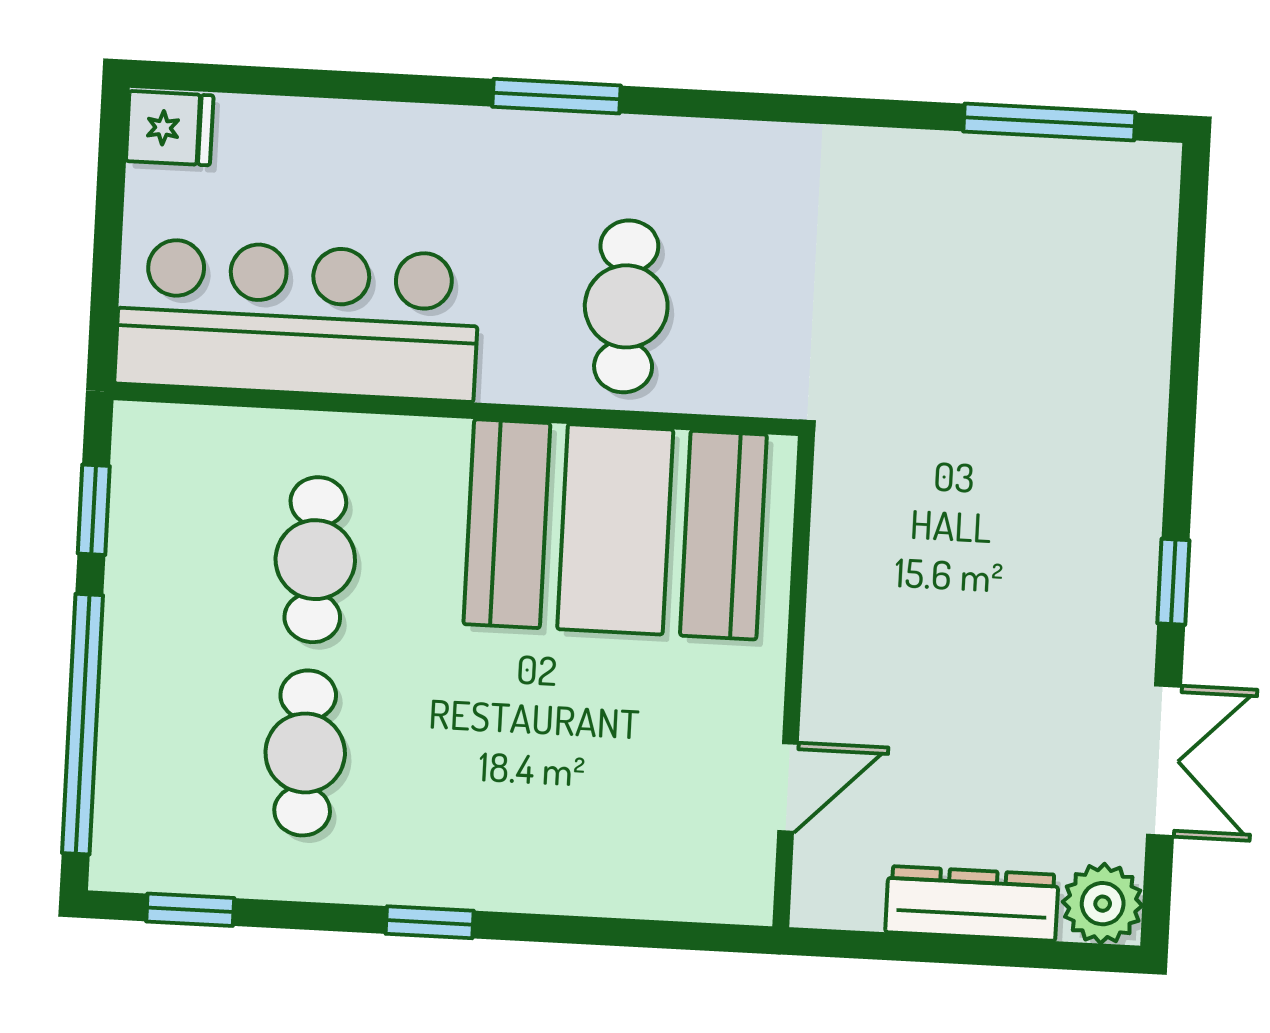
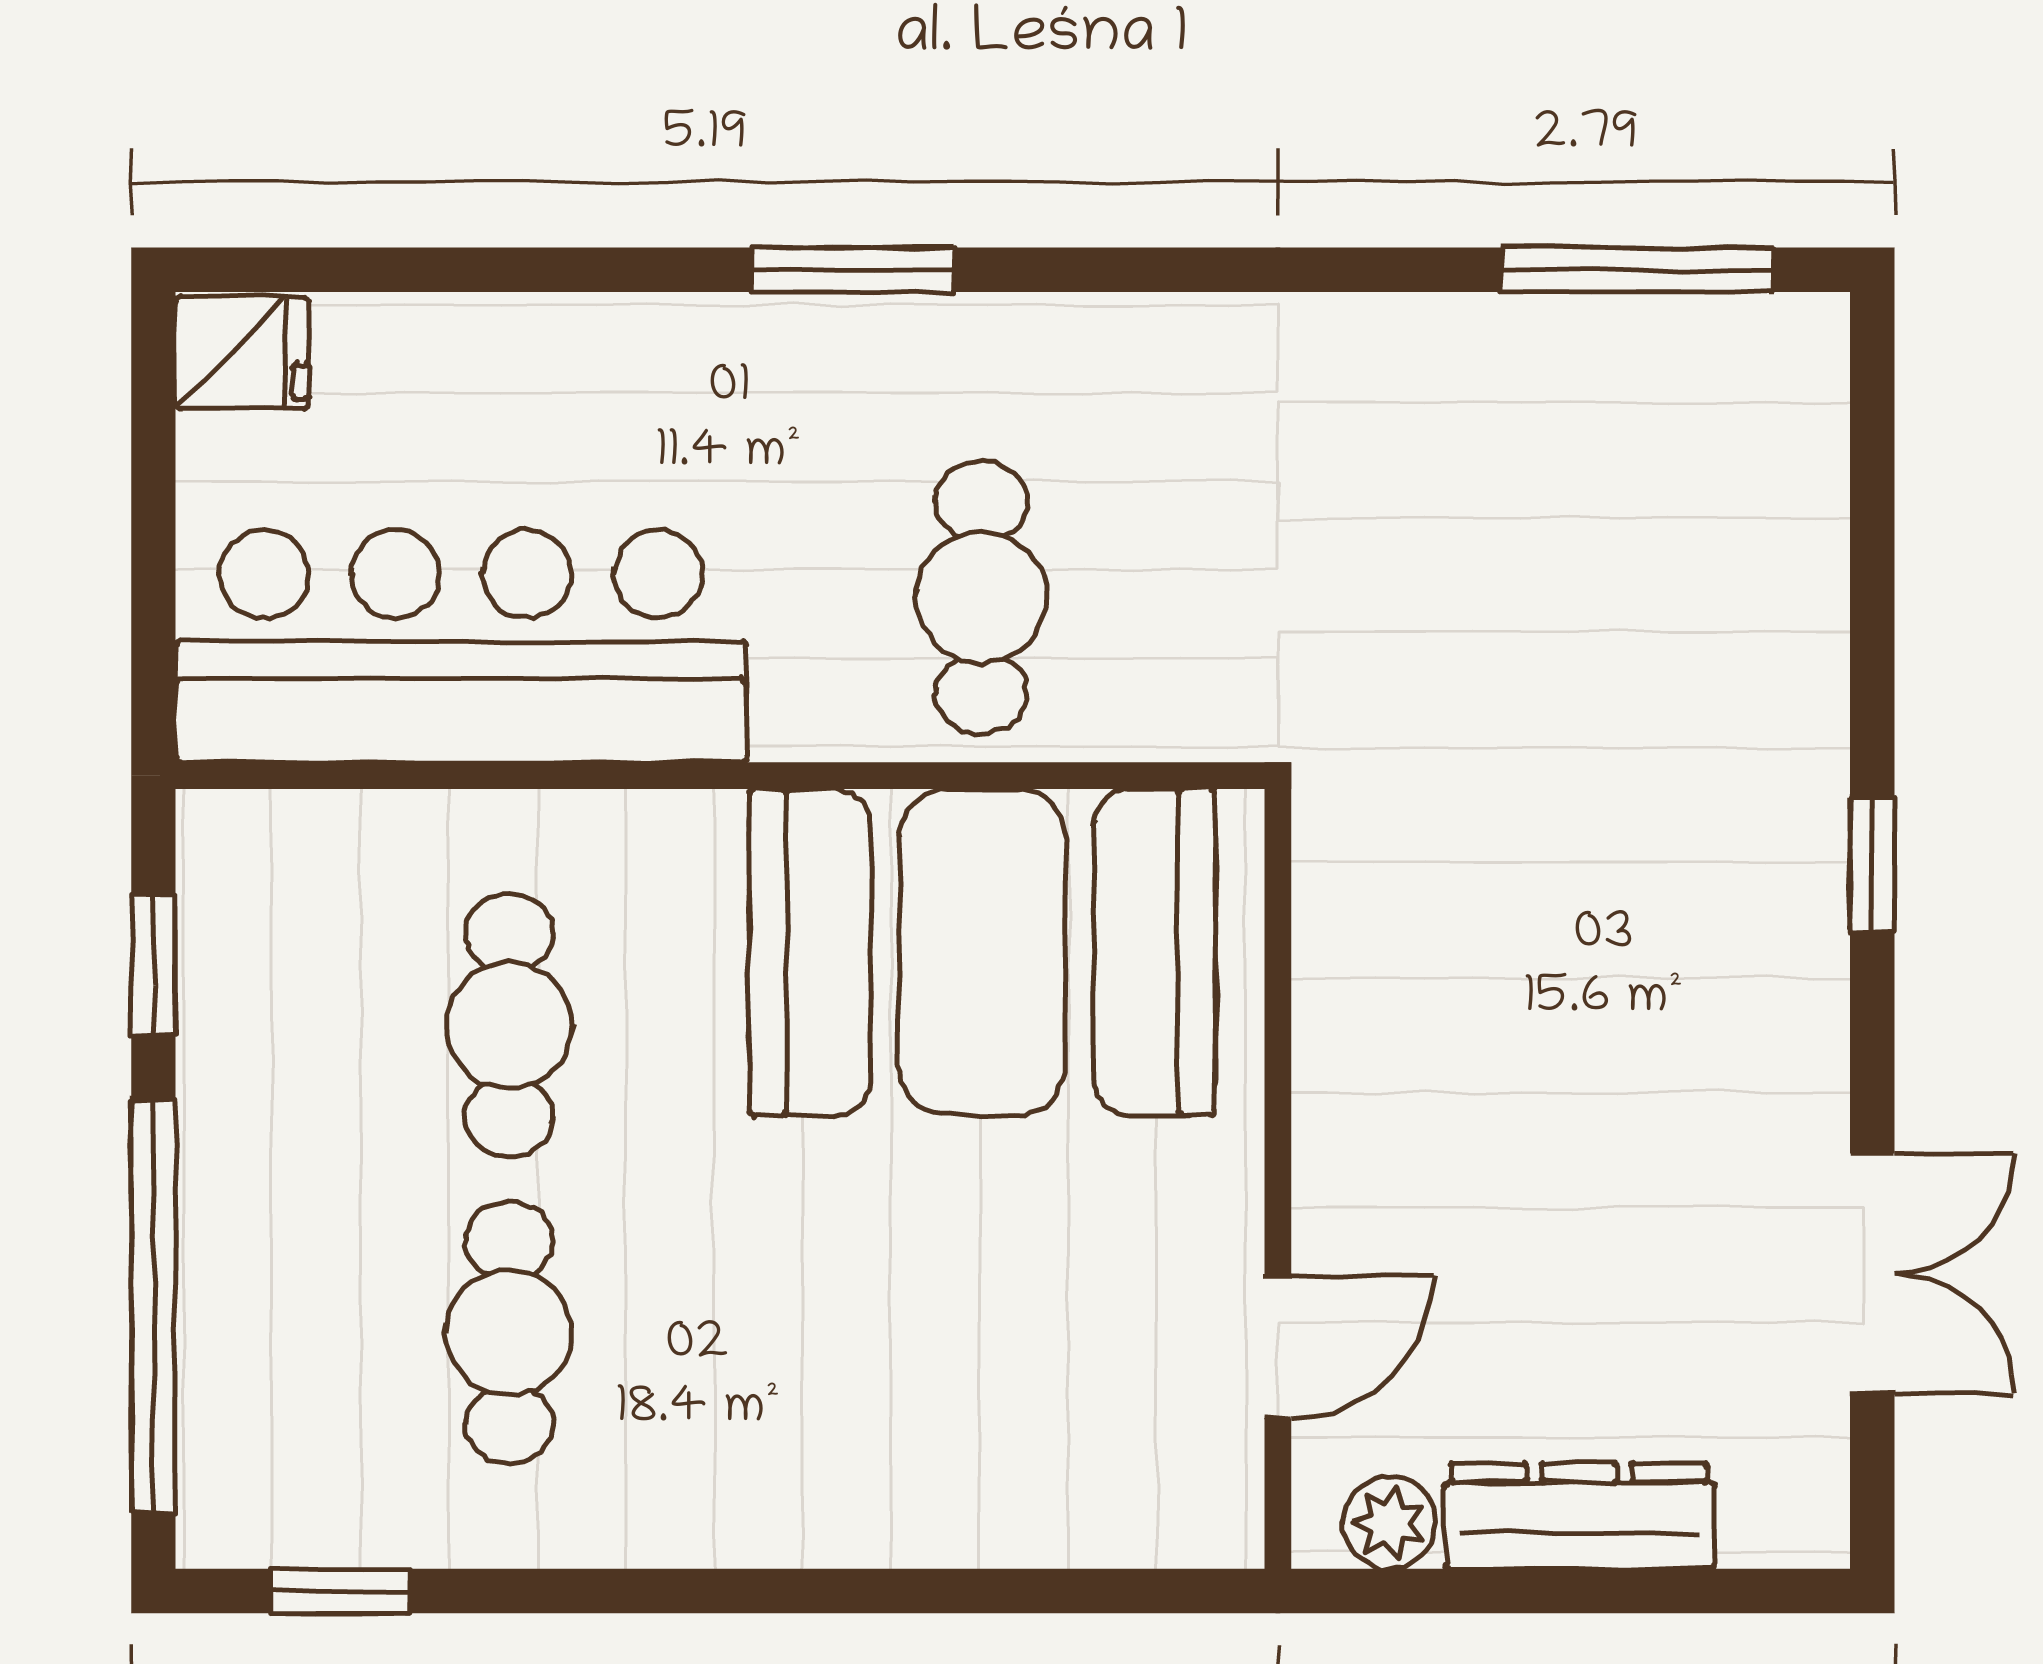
window: (1173, 582) -> (1872, 865), moved
plant: (1103, 904) -> (1389, 1523), moved, width x0.73, depth x0.73
window: (430, 922) -> (721, 1591), removed

